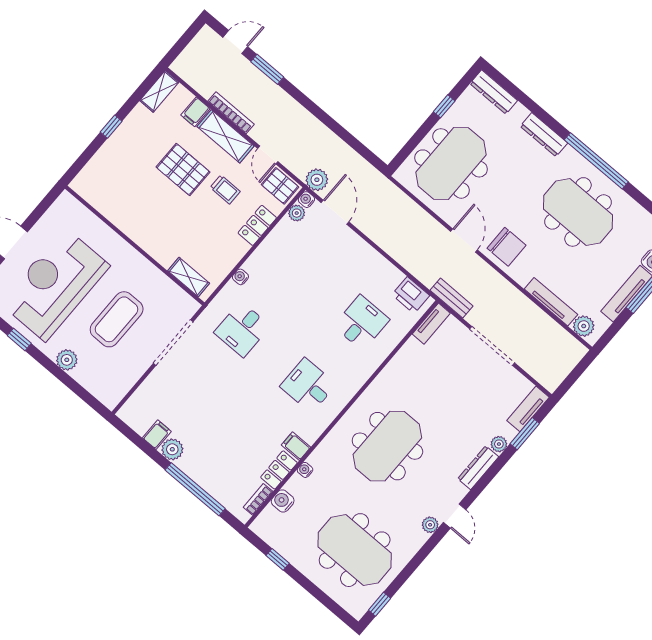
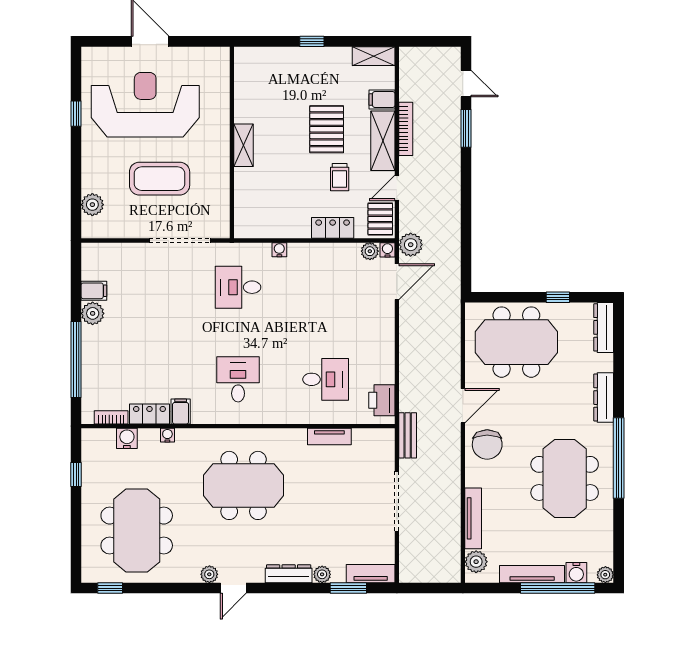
shelving: (189, 277) -> (243, 145), moved
tv unit: (431, 324) -> (329, 437), moved
plant: (67, 360) -> (92, 205), moved

